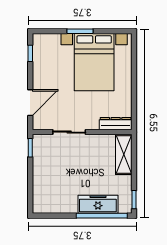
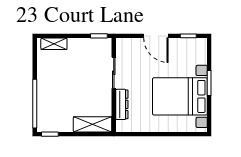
door: (30, 103) -> (156, 36), moved
dresser: (116, 124) -> (122, 104), moved
shelving: (39, 195) -> (54, 44), added
freezer: (98, 204) -> (45, 100), removed

